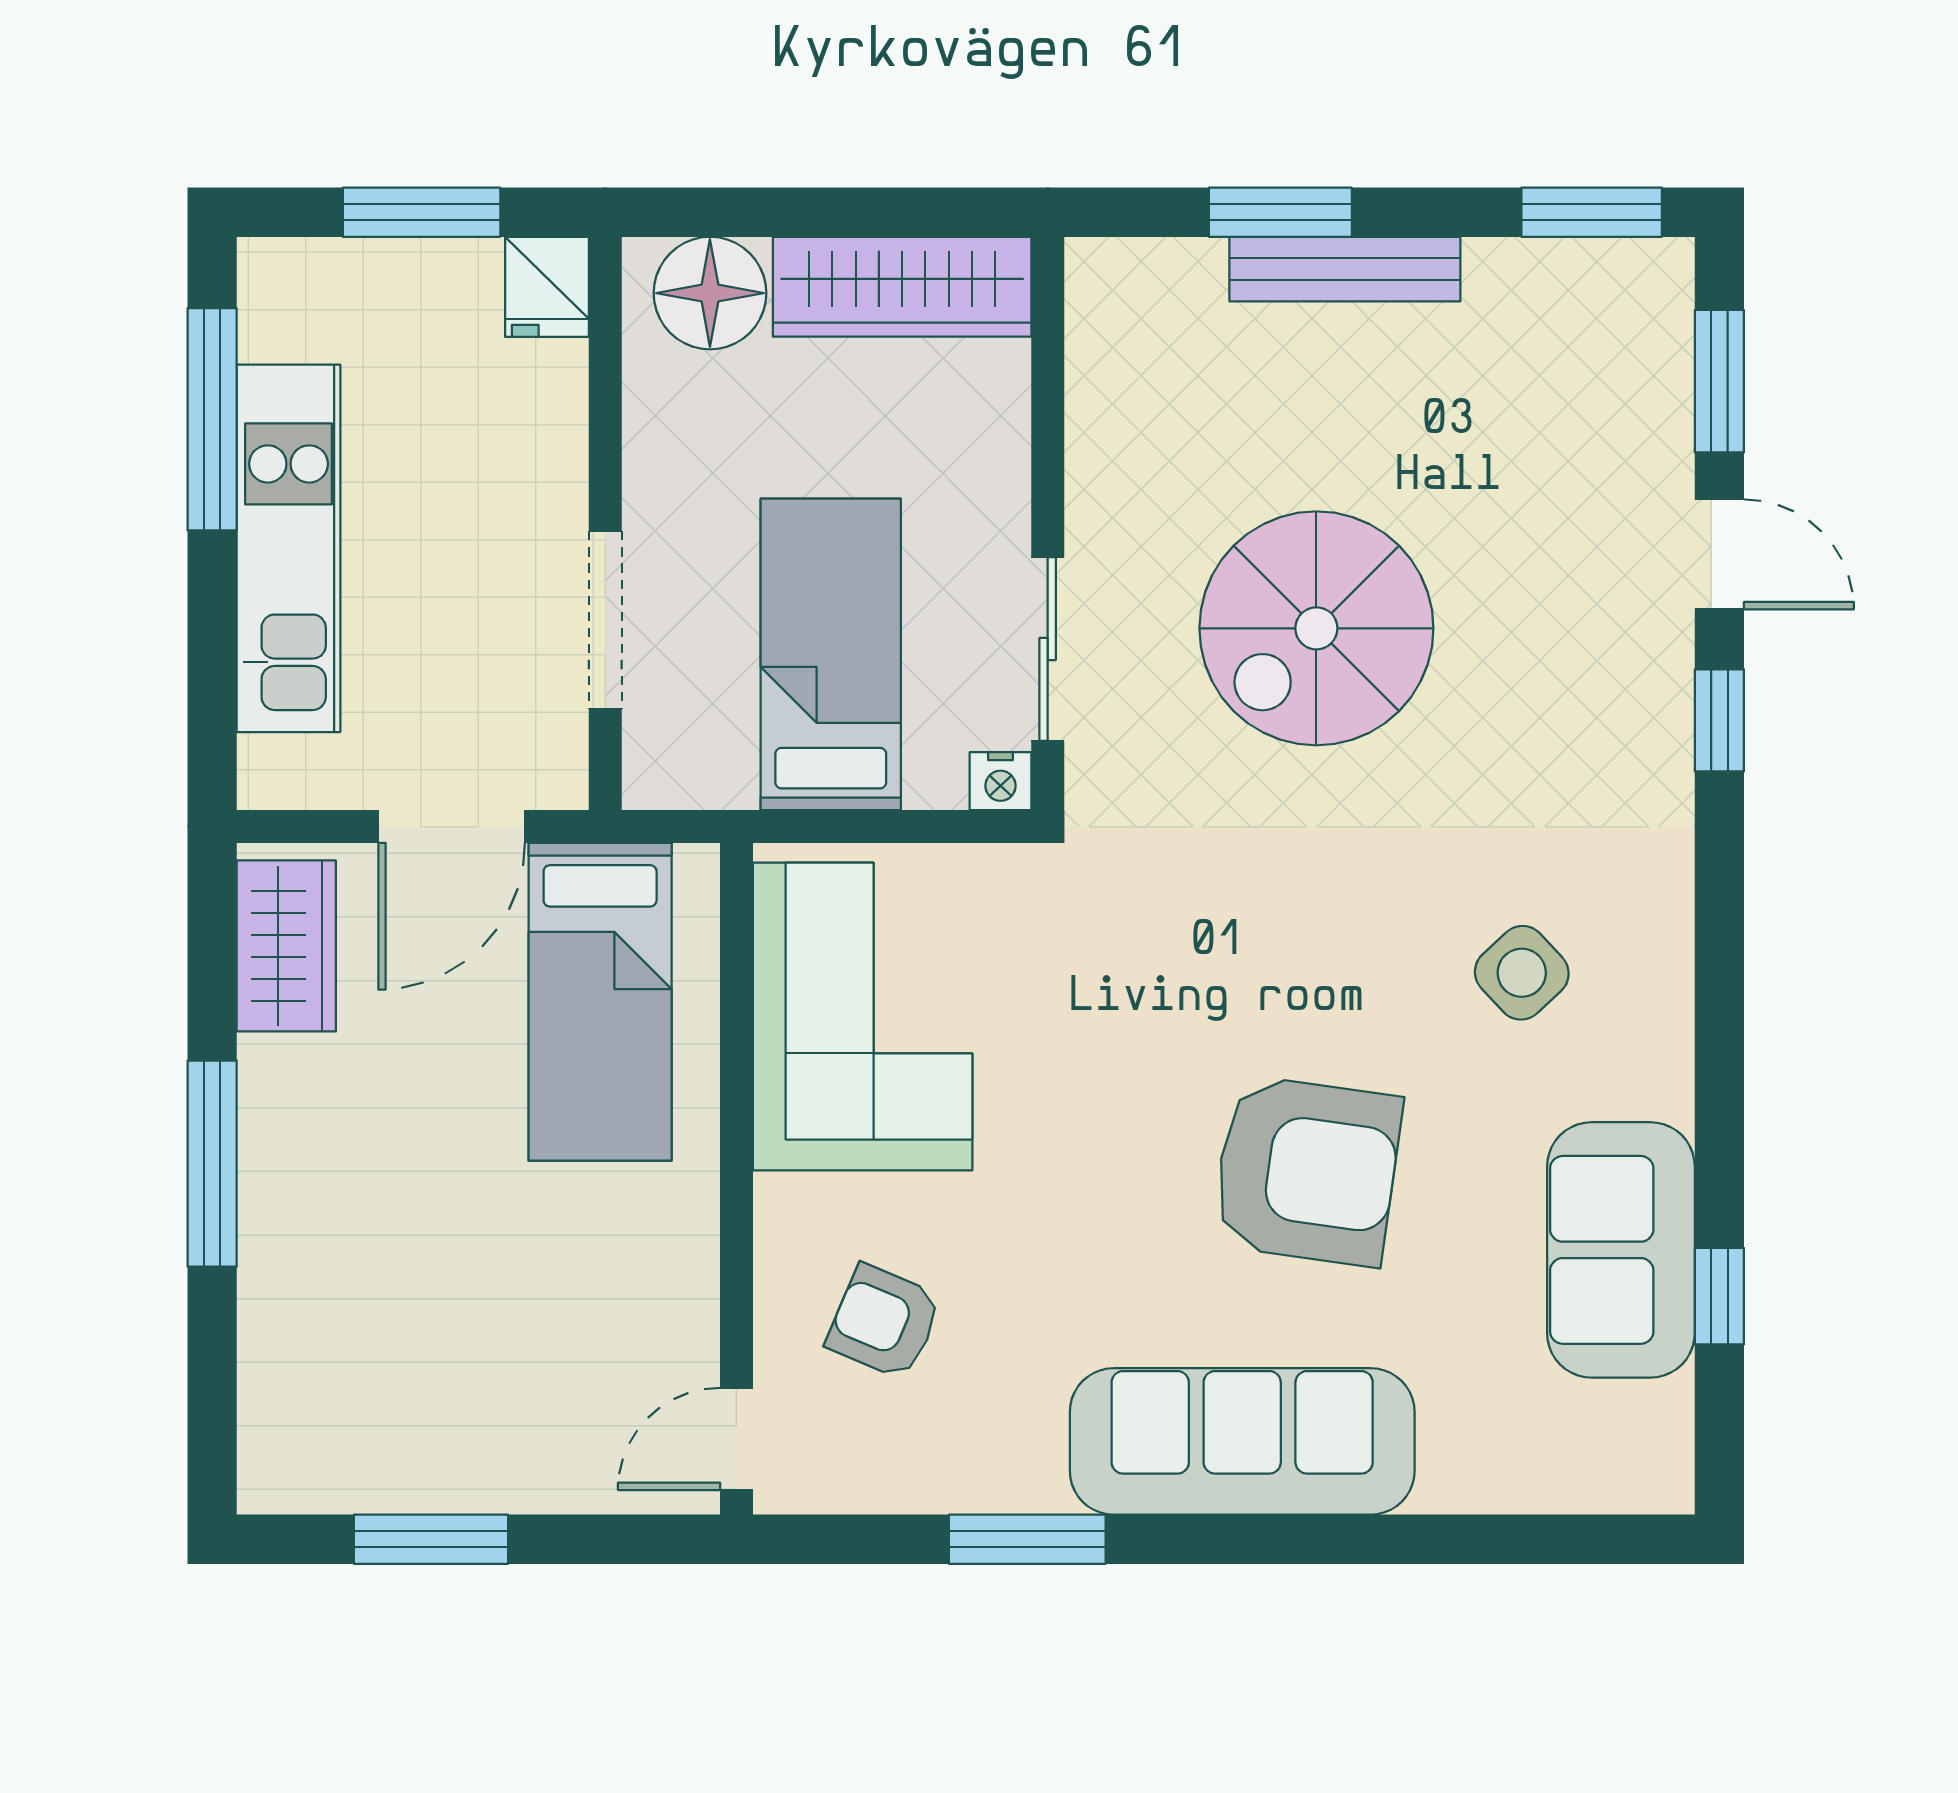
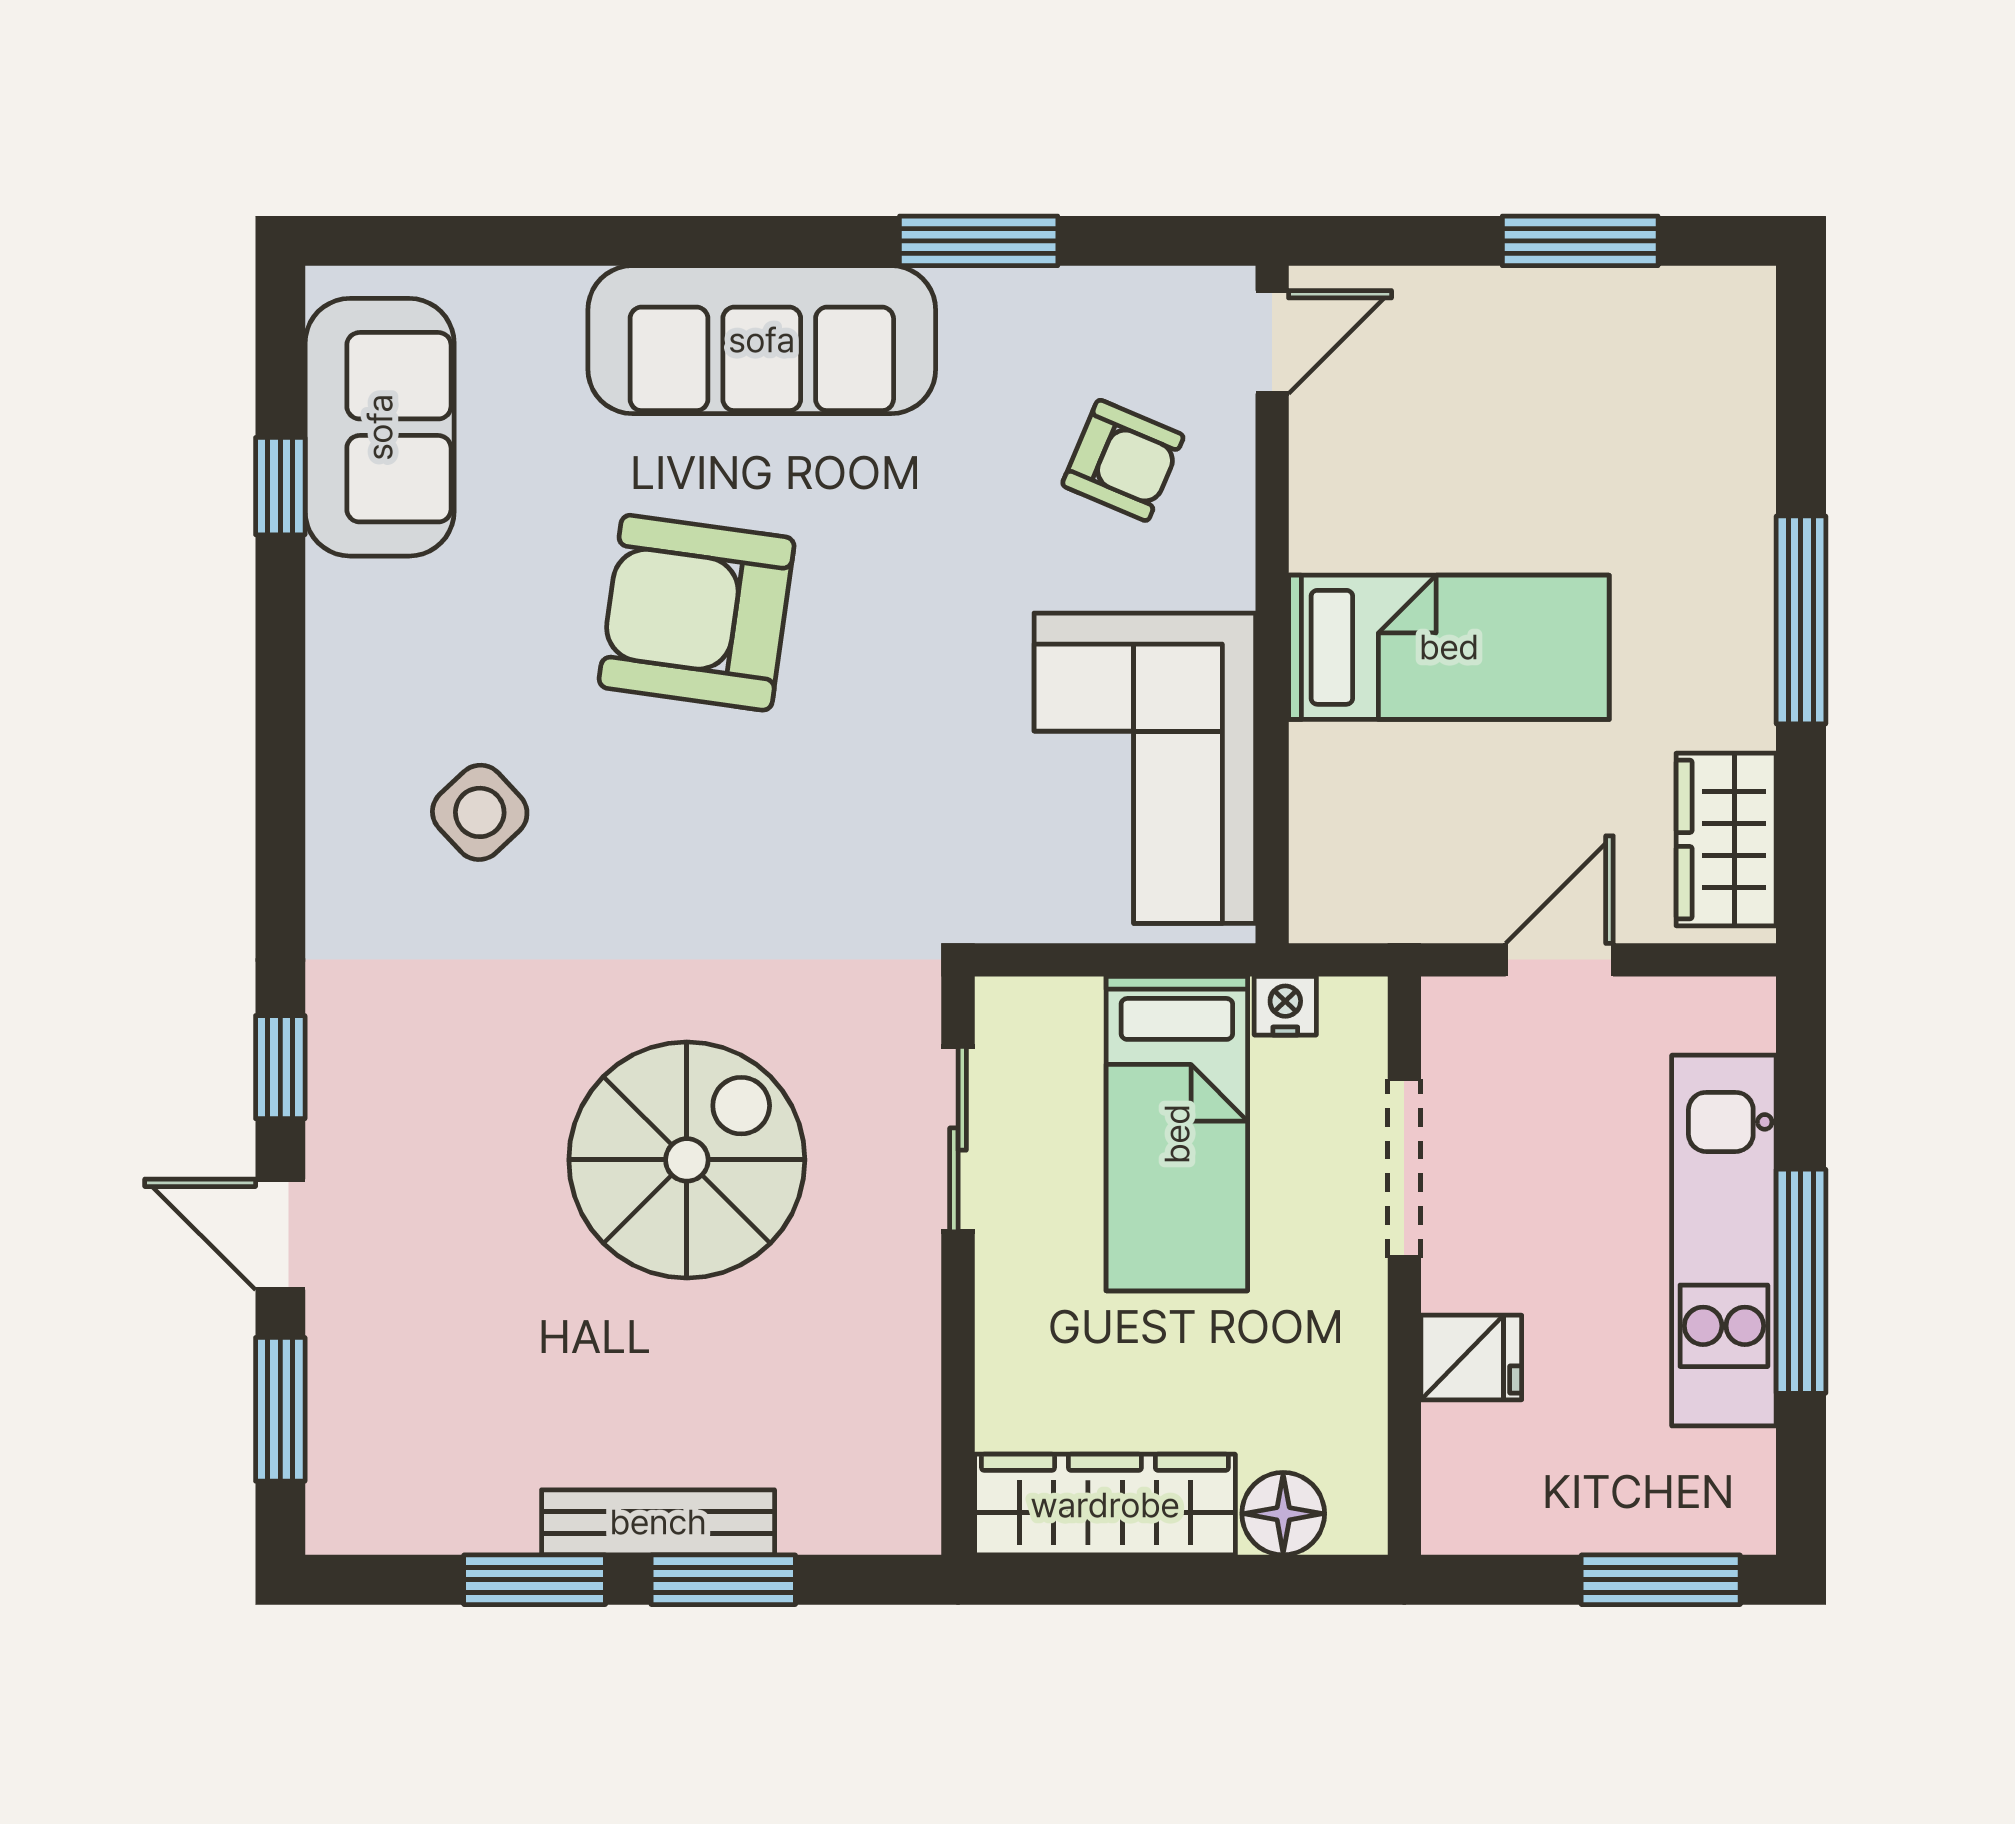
window: (422, 212) -> (1661, 1580), moved
window: (1592, 212) -> (535, 1580), moved
fridge: (547, 287) -> (1471, 1358), moved, turned 90
floor lamp: (710, 293) -> (1283, 1514), width x0.73, depth x0.73
window: (212, 419) -> (1801, 1281), moved
nightstand: (1001, 781) -> (1285, 1006), moved
door: (452, 827) -> (1559, 960), width x0.73
bed: (600, 1002) -> (1449, 647), moved, turned 90
sofa: (1621, 1250) -> (380, 427), moved

